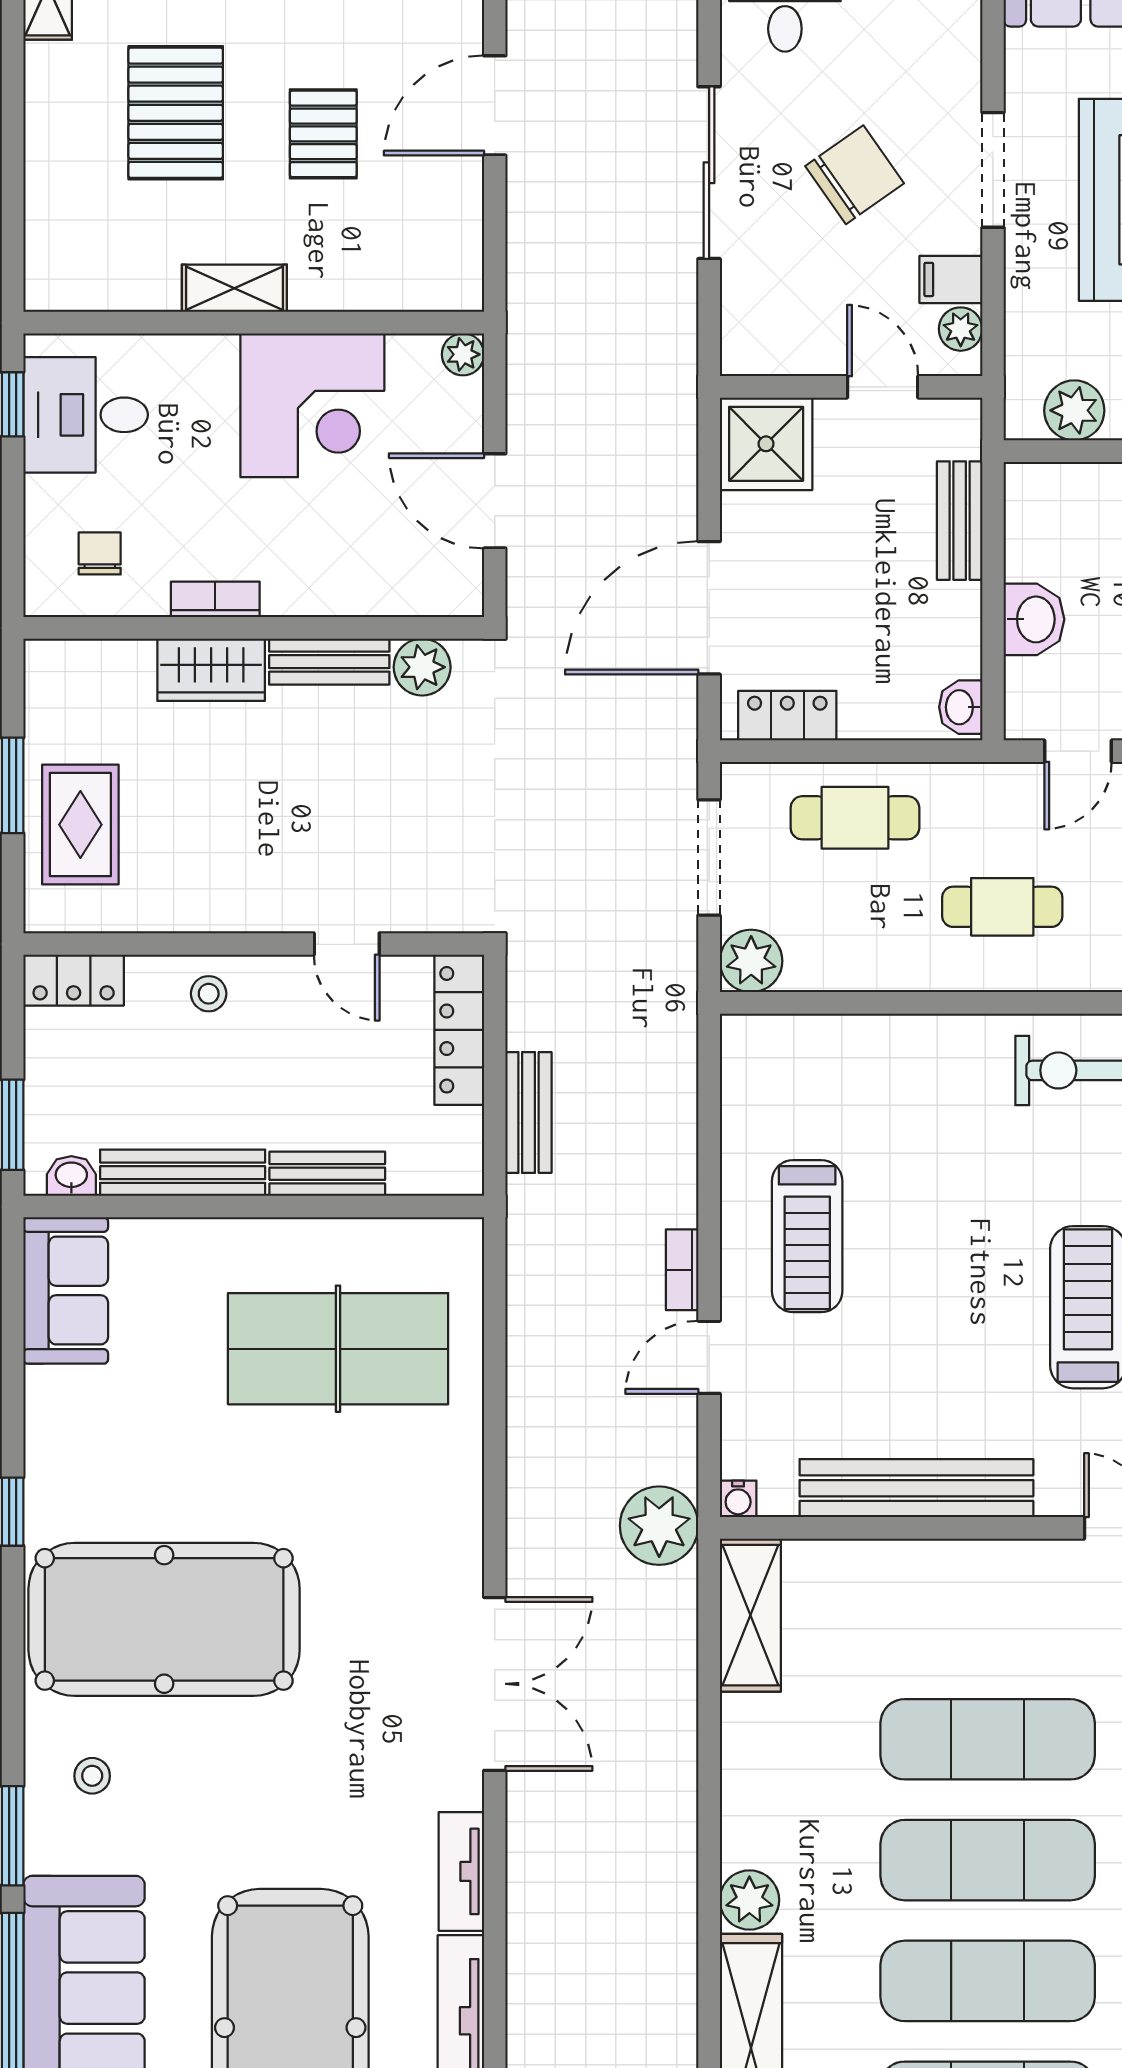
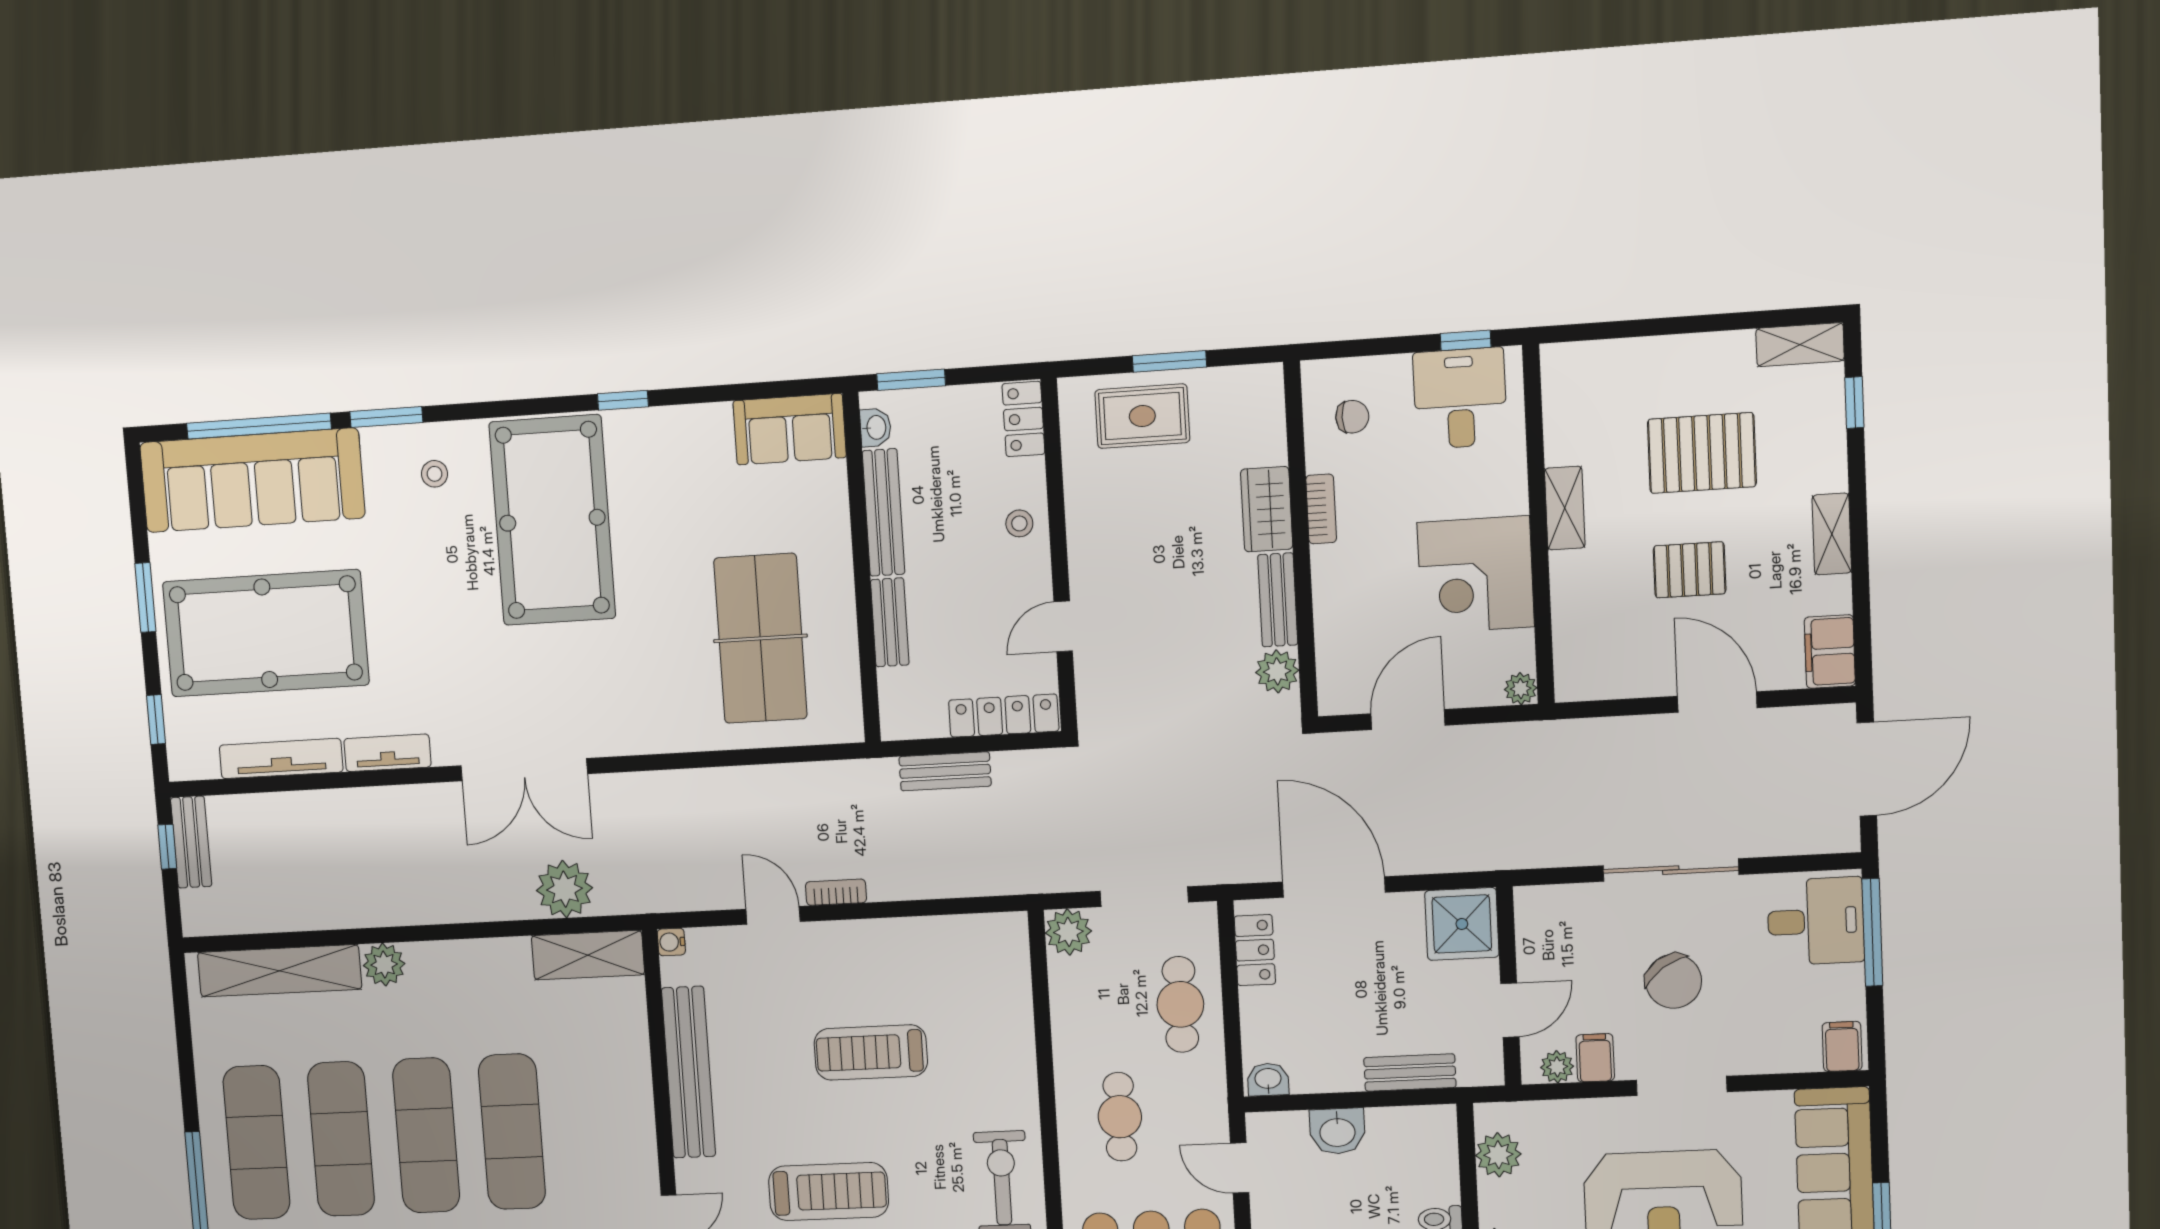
treadmill: (807, 1236) -> (871, 1052), moved
plant: (659, 1526) -> (565, 889), moved

